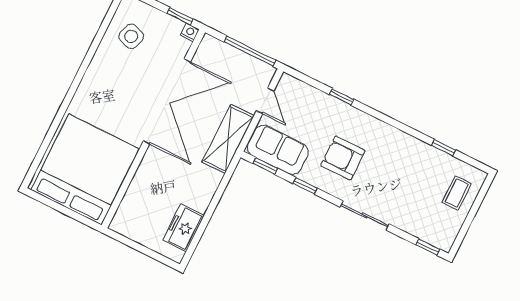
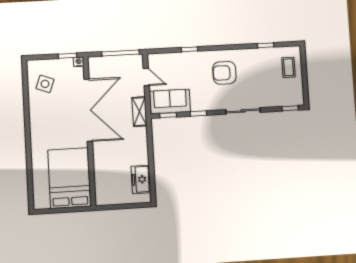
shelving: (228, 139) -> (139, 112), width x0.67, depth x0.75
armchair: (343, 158) -> (224, 73), moved
bed: (85, 169) -> (69, 178), width x0.73

